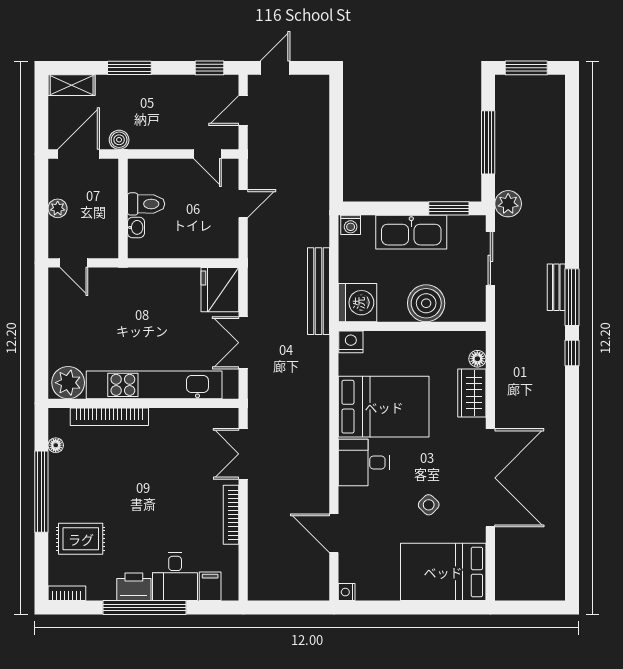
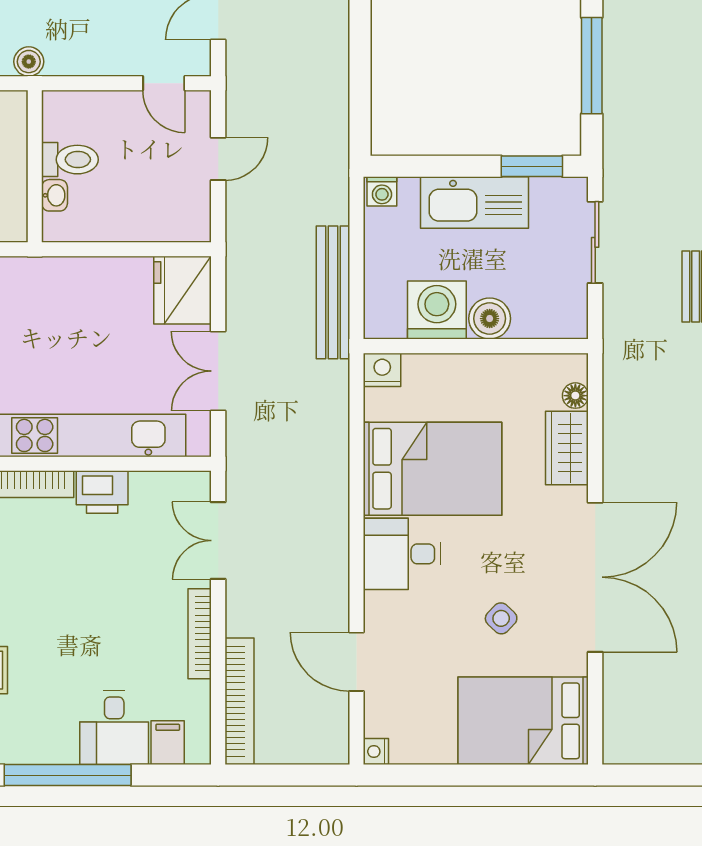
plant: (508, 204) -> (622, 159), removed
washing machine: (358, 303) -> (437, 310), moved, turned -90
boiler: (426, 303) -> (490, 319), width x0.73, depth x0.73
bookcase: (257, 559) -> (239, 701), added
printer: (134, 587) -> (102, 492), moved, turned 180

